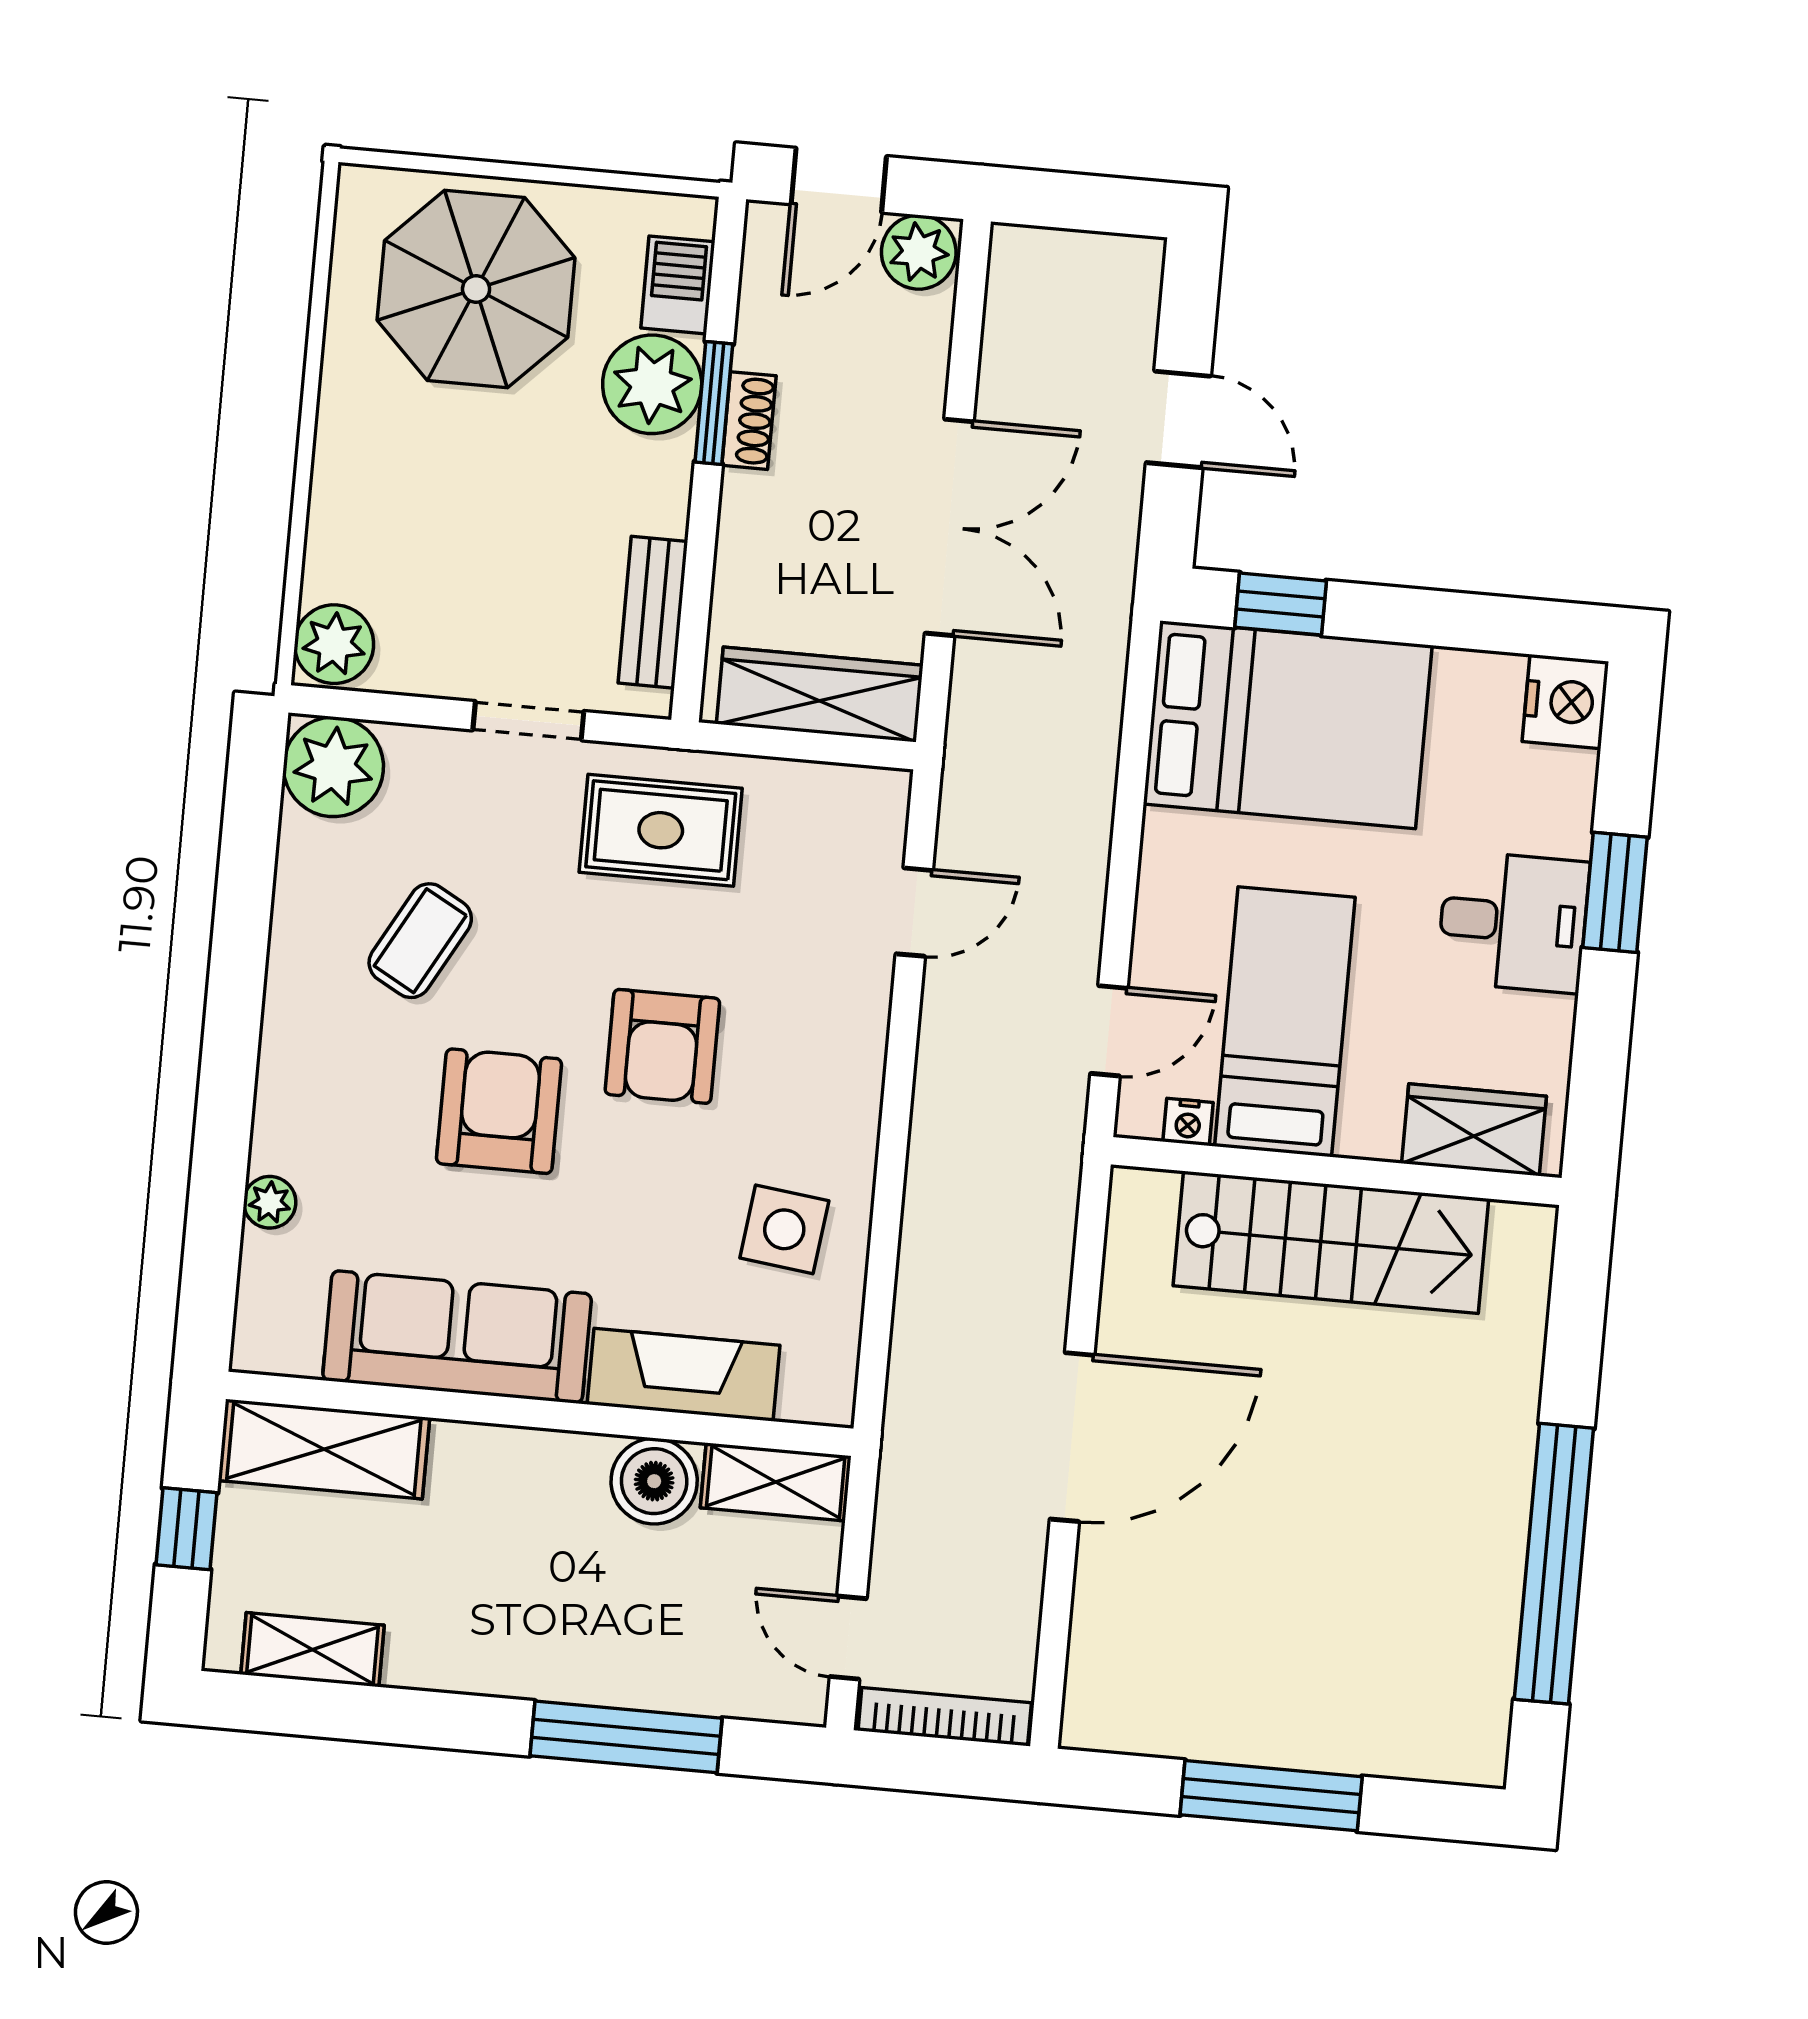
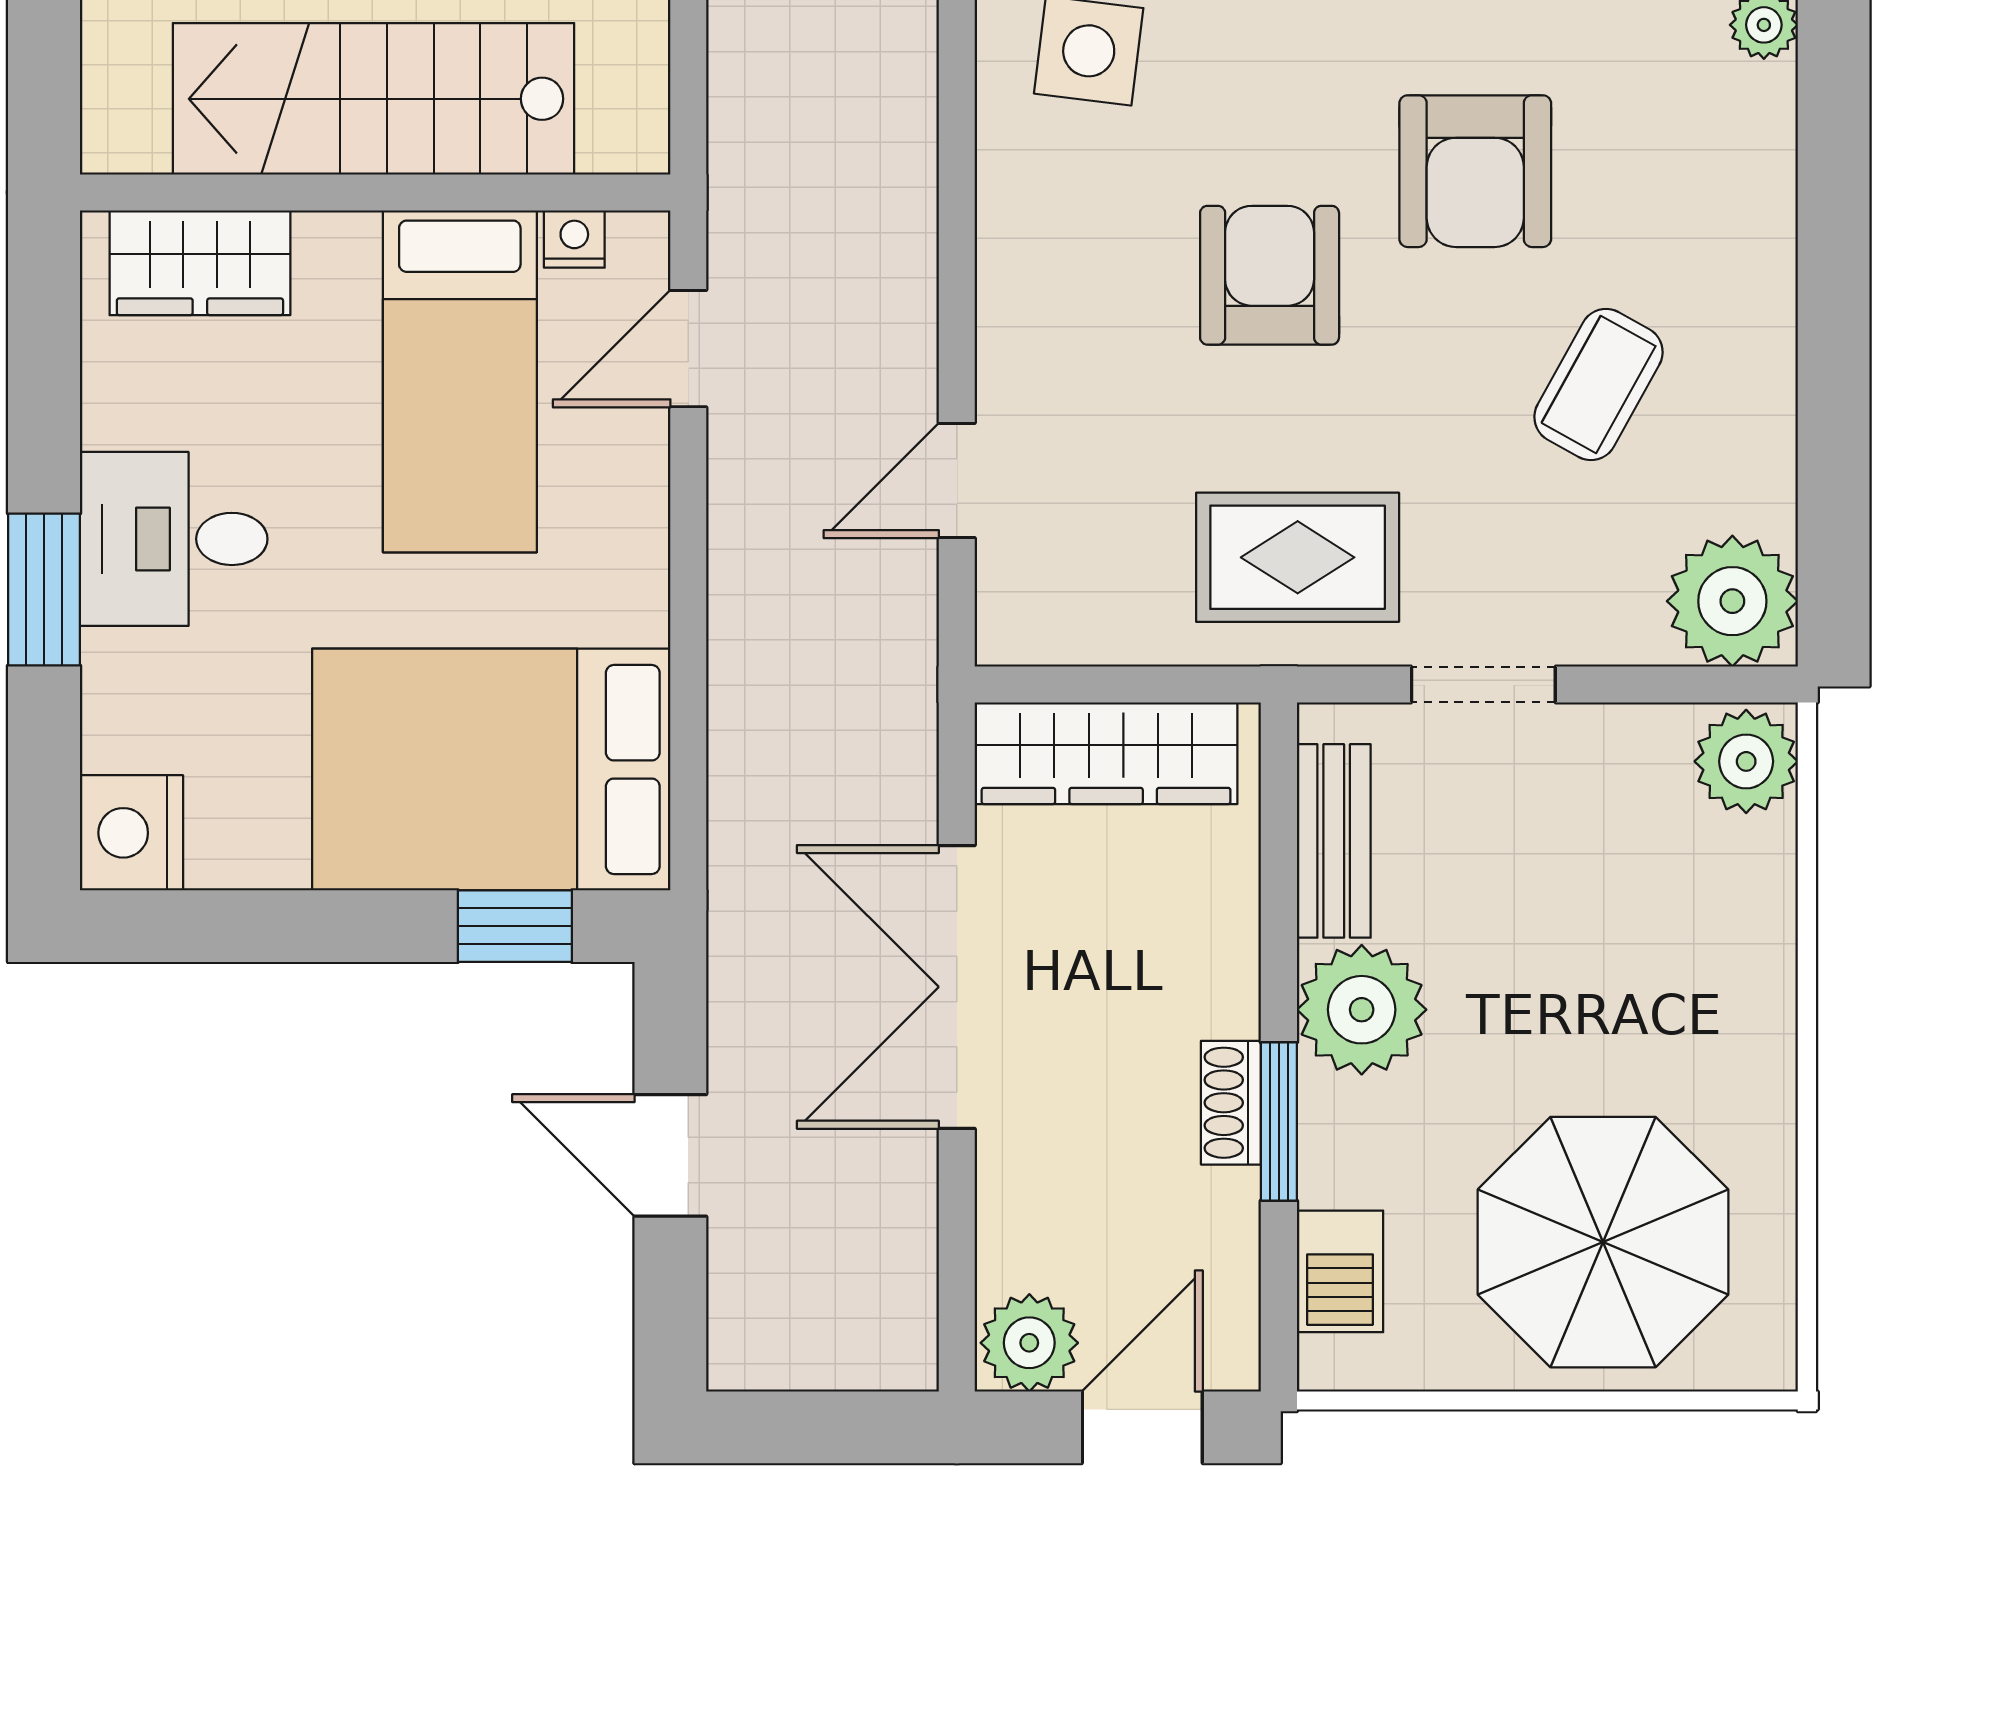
plant: (652, 384) -> (1362, 1010), moved

